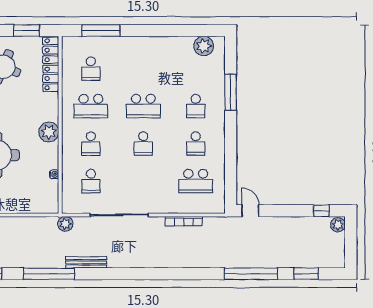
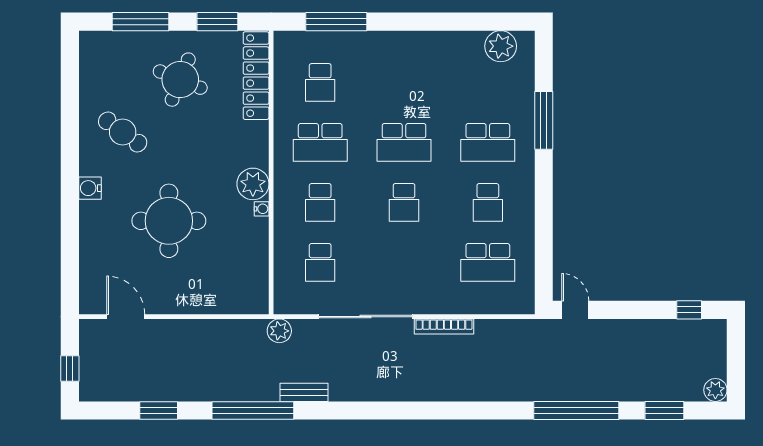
school desk: (196, 106) -> (488, 142), width x1.85
water cooler: (54, 174) -> (262, 209), moved
bookcase: (184, 221) -> (444, 326), moved
plant: (338, 225) -> (715, 390), moved
bench: (86, 262) -> (304, 392), width x0.73

